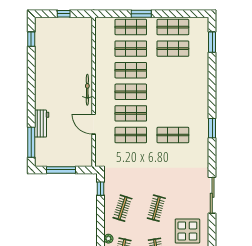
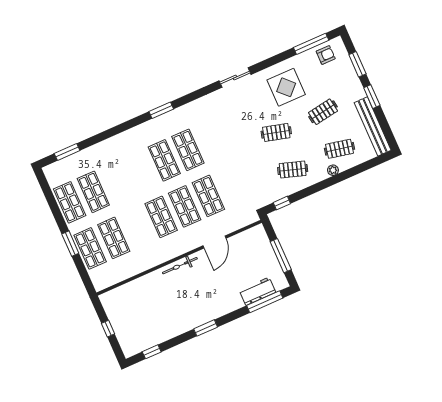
shop shelf: (131, 70) -> (164, 160), moved
window: (31, 88) -> (206, 328), added
workbench: (42, 124) -> (257, 291), moved
sliding door: (212, 195) -> (235, 78), width x0.73

